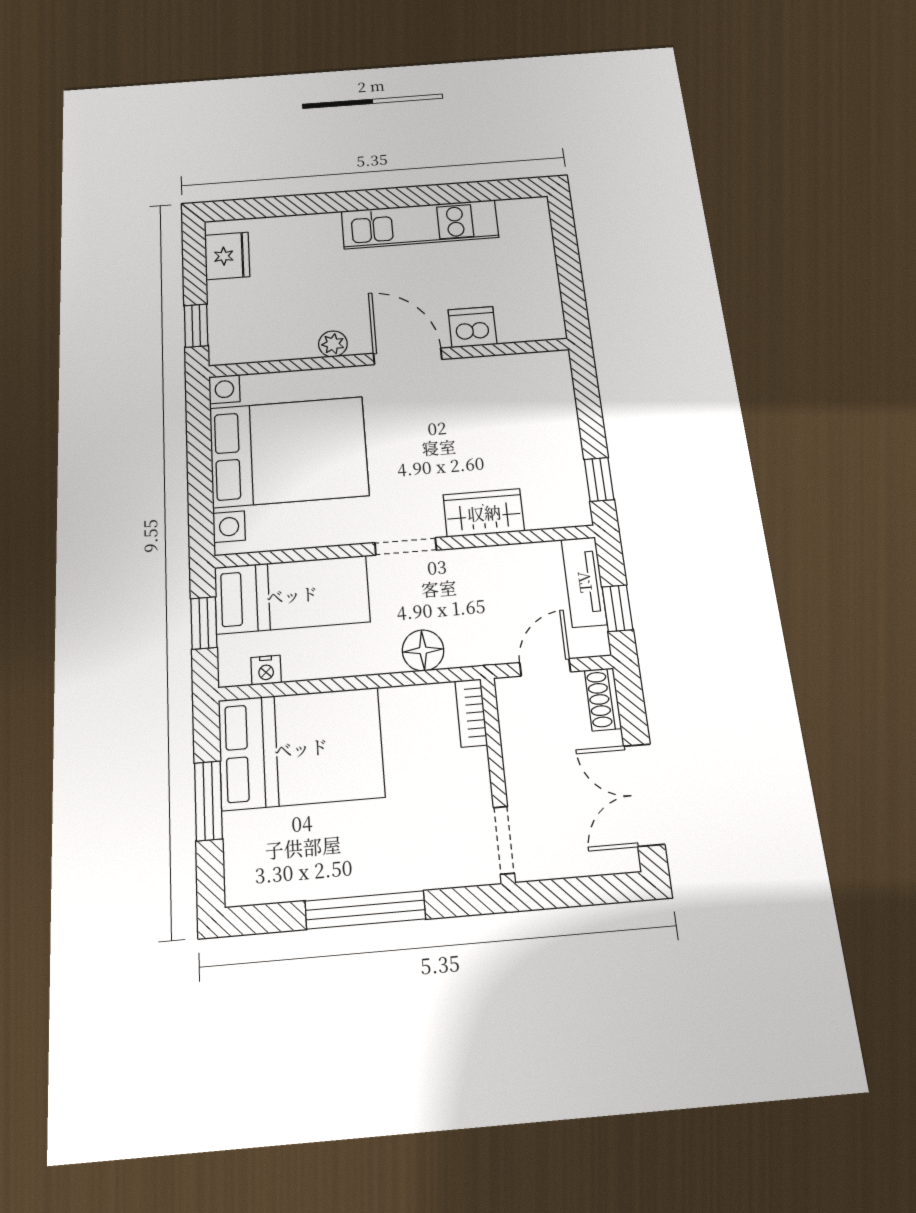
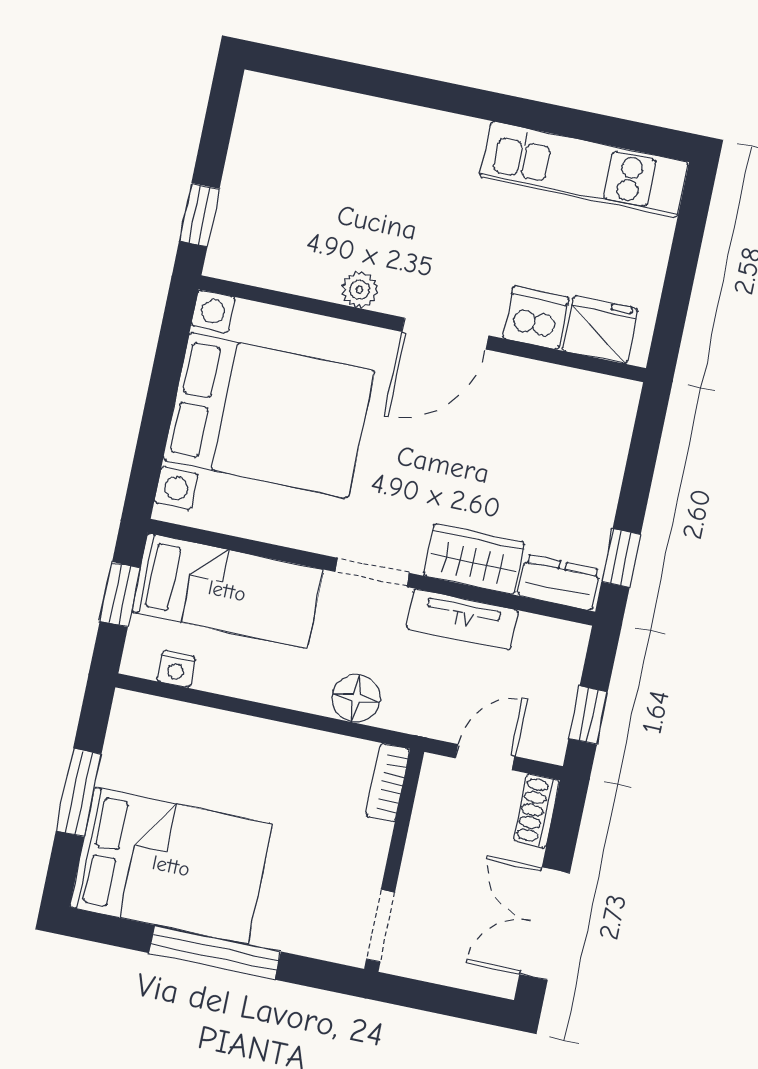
kitchen unit: (420, 224) -> (584, 169), moved
fridge: (227, 256) -> (600, 330), moved, turned -90
door: (408, 356) -> (445, 334), swing flipped
dresser: (557, 512) -> (559, 582), added
tv unit: (584, 582) -> (462, 619), moved, turned -90
bed: (301, 748) -> (171, 866), moved

